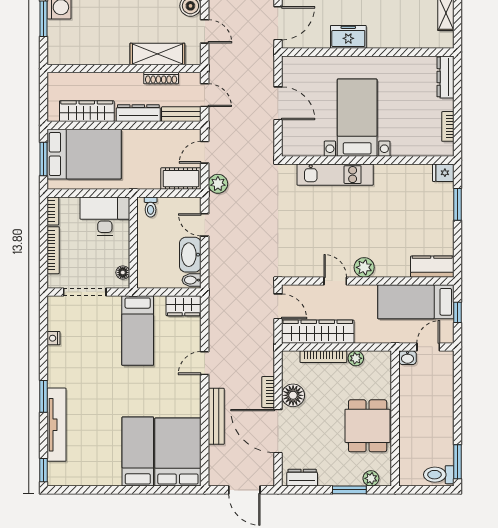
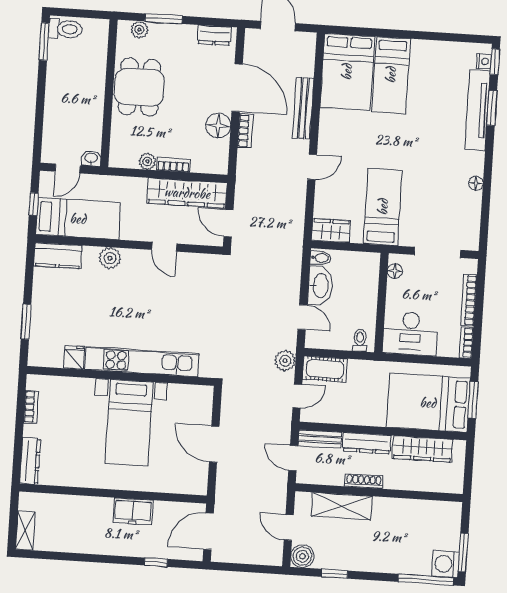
shoe rack: (161, 78) -> (364, 481), moved
fridge: (443, 173) -> (74, 357), moved, turned -90
kitchen unit: (335, 175) -> (142, 362), width x1.36
plant: (364, 267) -> (110, 258), moved
nightstand: (54, 338) -> (484, 61), moved
bookcase: (323, 357) -> (173, 165), width x0.64
floor lamp: (54, 358) -> (476, 183), added
window: (43, 396) -> (492, 108), moved

